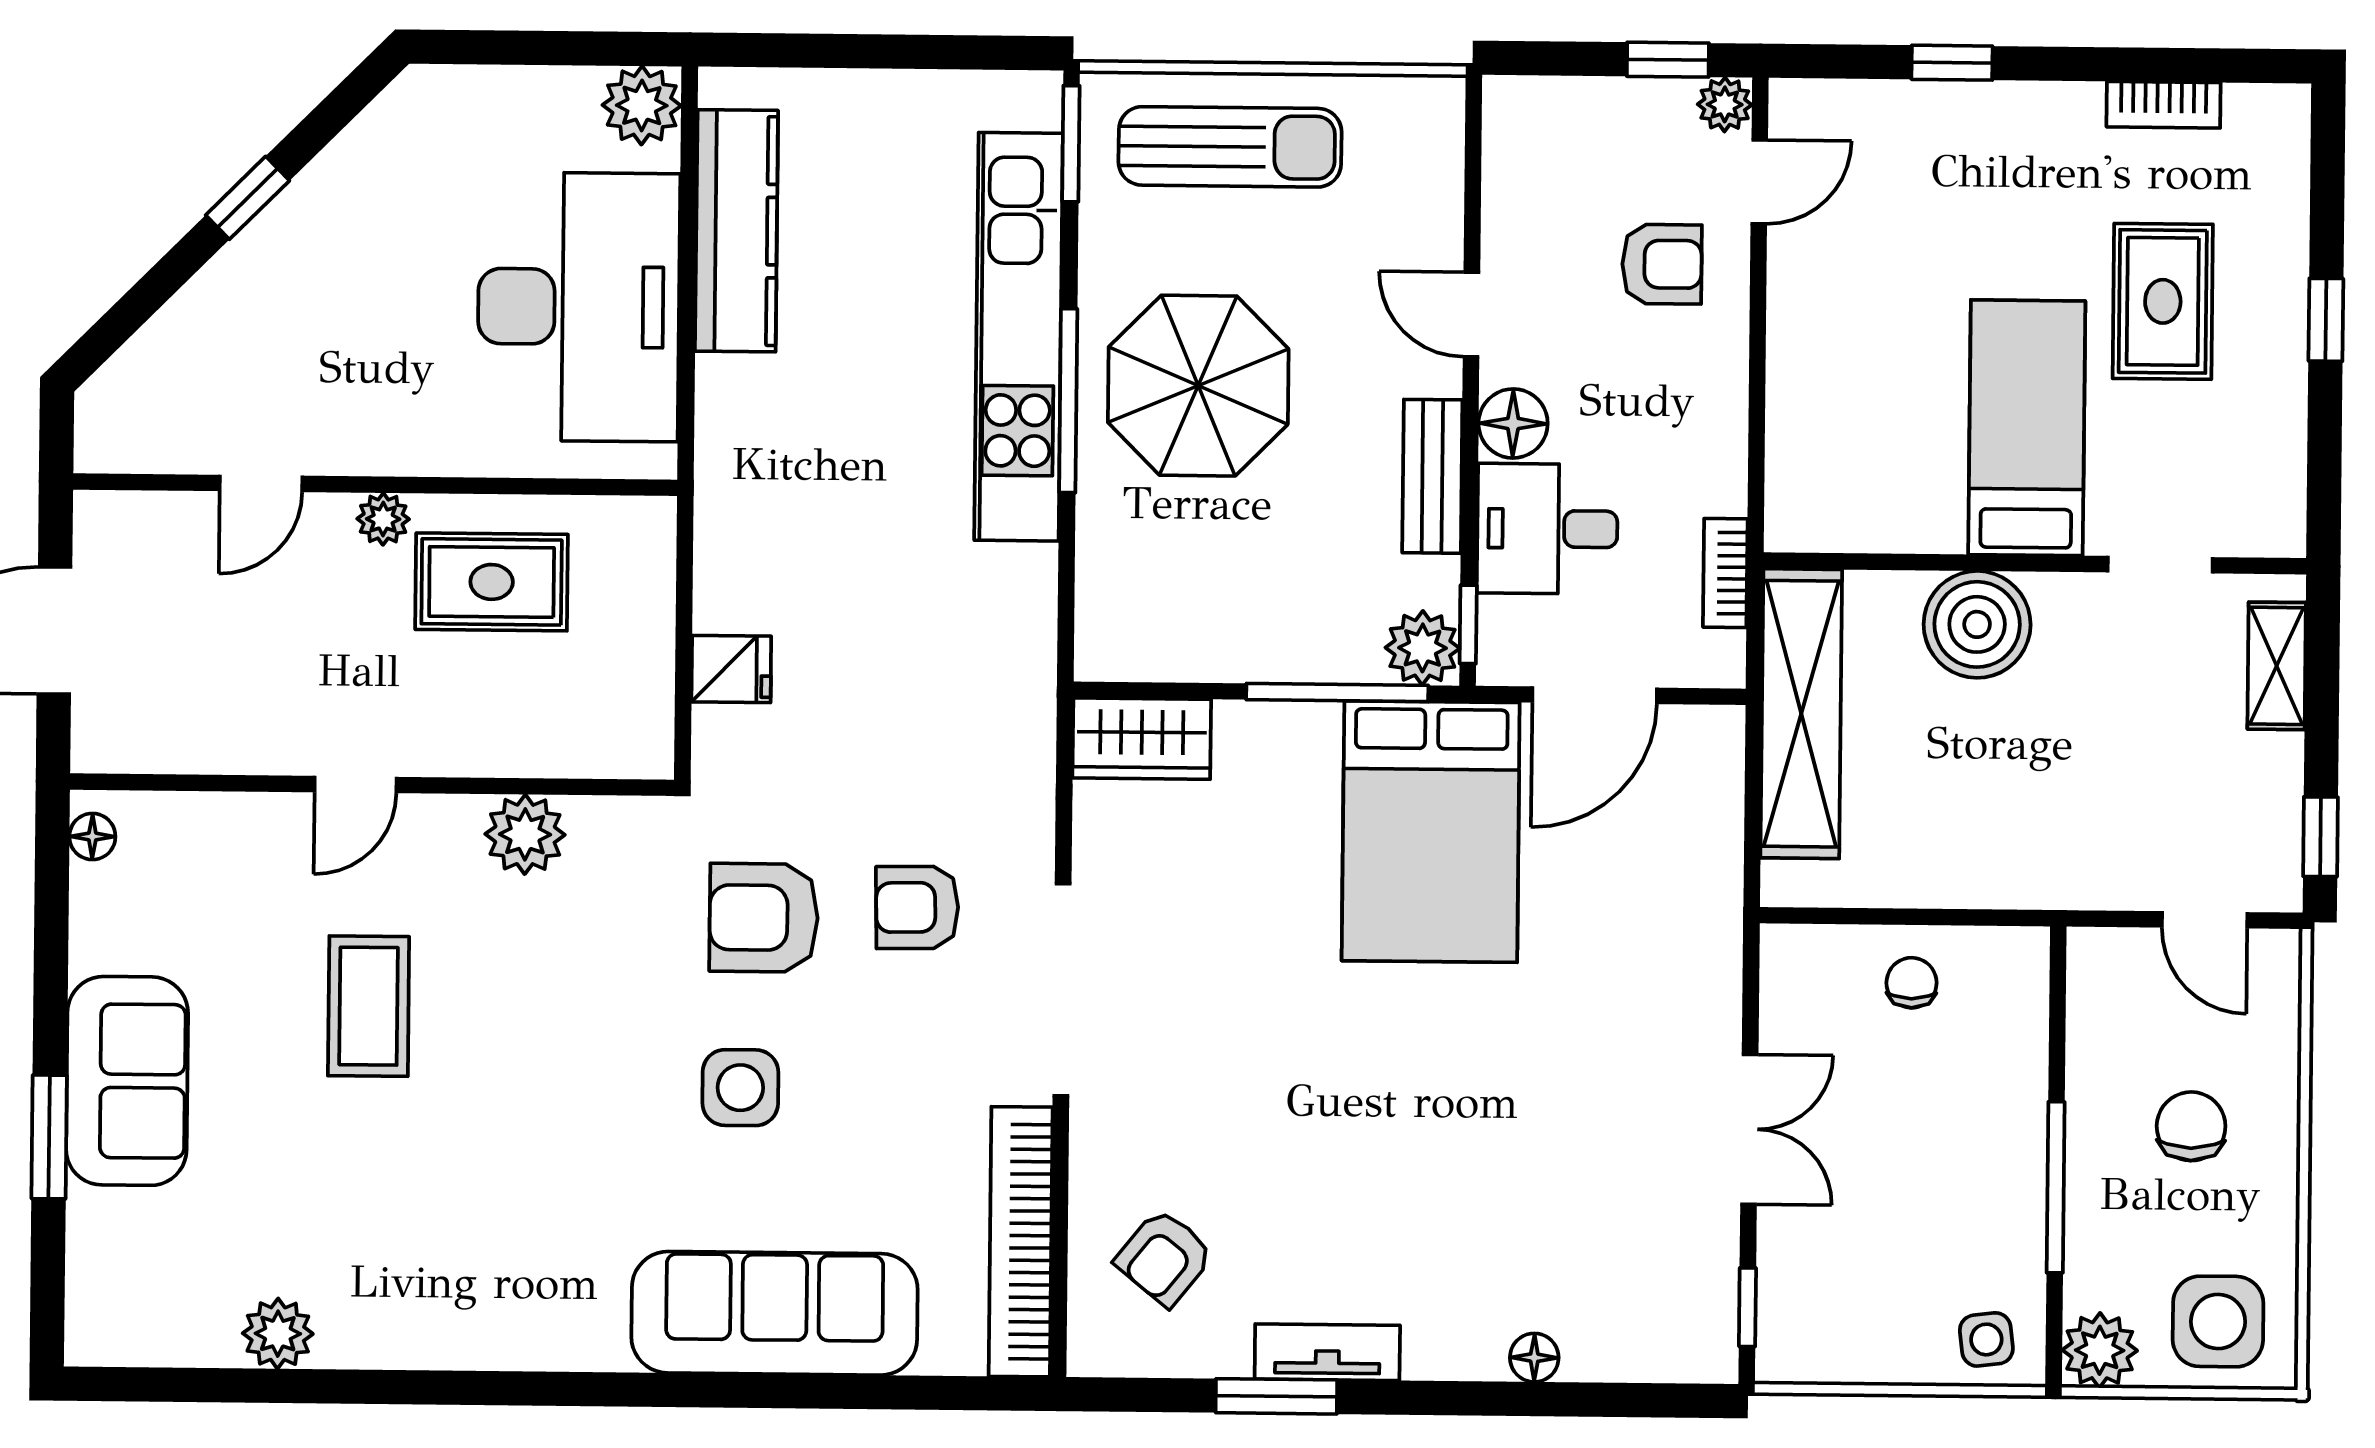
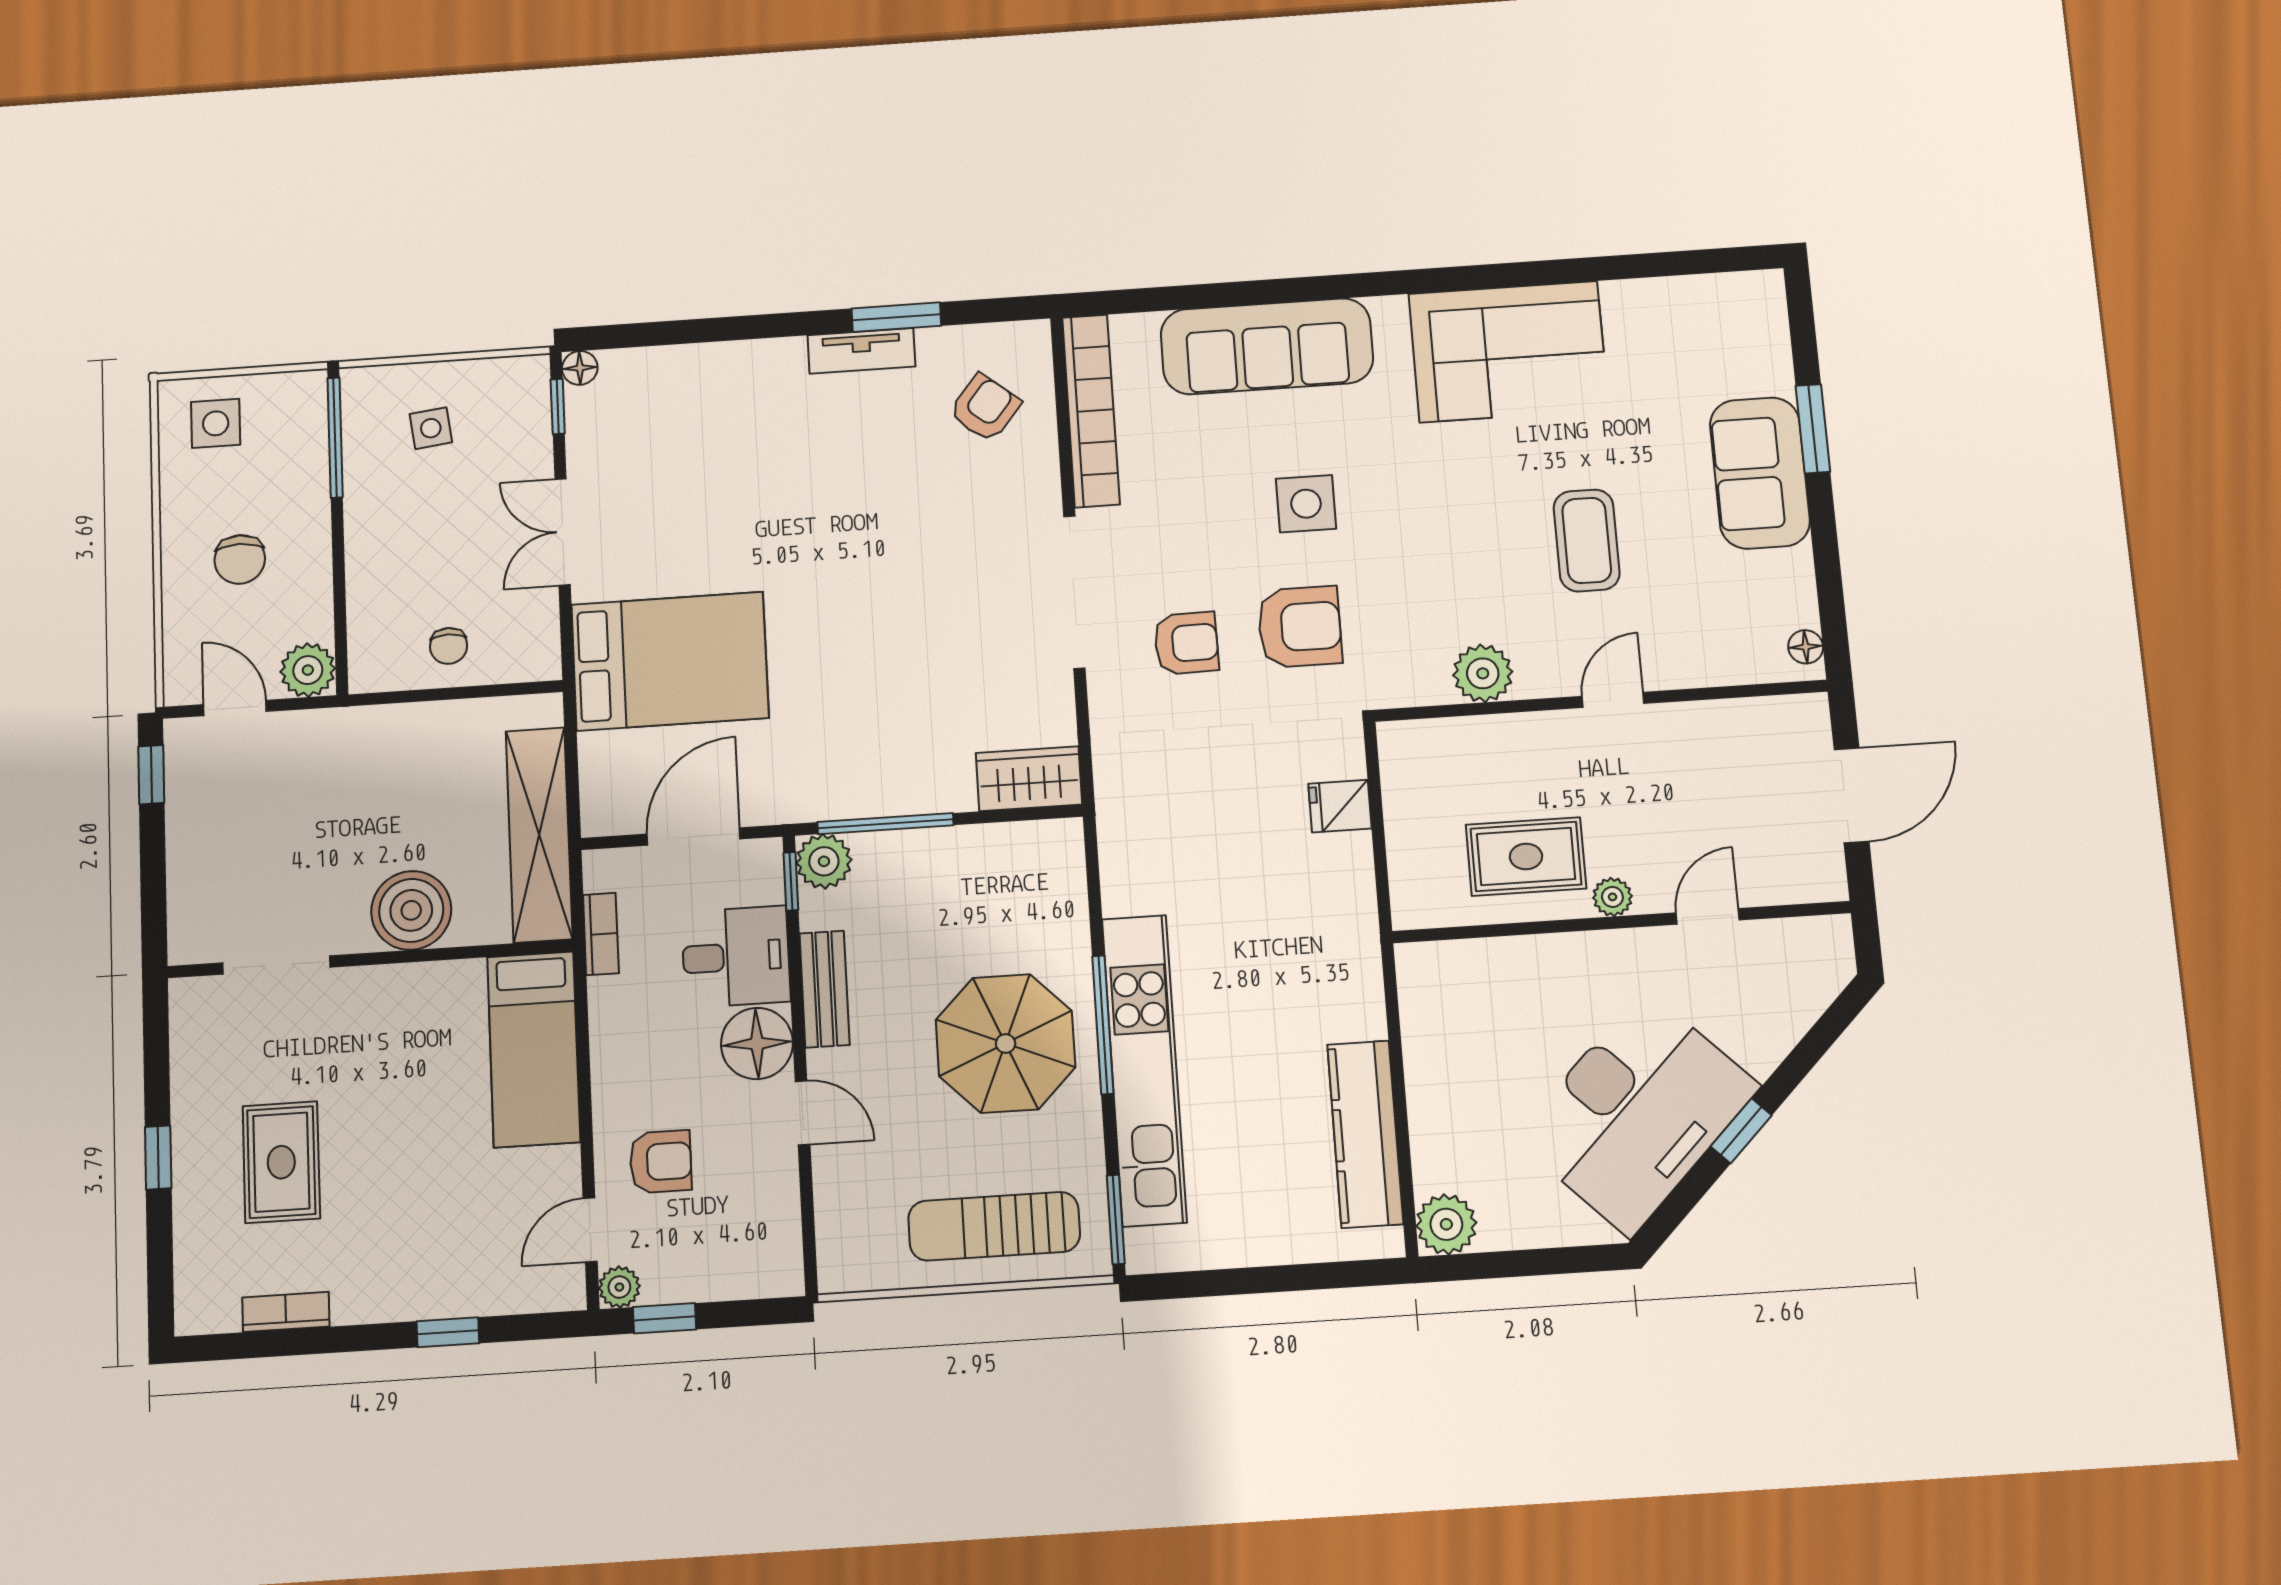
armchair: (1662, 264) -> (661, 1162), turned 180
desk: (579, 307) -> (1637, 1112), moved, turned -135
floor lamp: (1513, 423) -> (757, 1044), width x1.38, depth x1.38
bed: (2027, 428) -> (534, 1049), moved
doorway: (2160, 565) -> (276, 965), width x1.38
shelving: (2277, 666) -> (187, 897), removed
bed: (1431, 832) -> (670, 661), moved, turned 90
window: (2056, 1187) -> (335, 438), moved
corner sofa: (448, 1279) -> (1508, 352), added
side table: (2218, 1321) -> (216, 423), width x0.73, depth x0.73
plant: (278, 1334) -> (1629, 303), removed
side table: (1986, 1339) -> (431, 428), moved
plant: (2100, 1350) -> (308, 670), moved
floor lamp: (1534, 1358) -> (580, 368), moved

